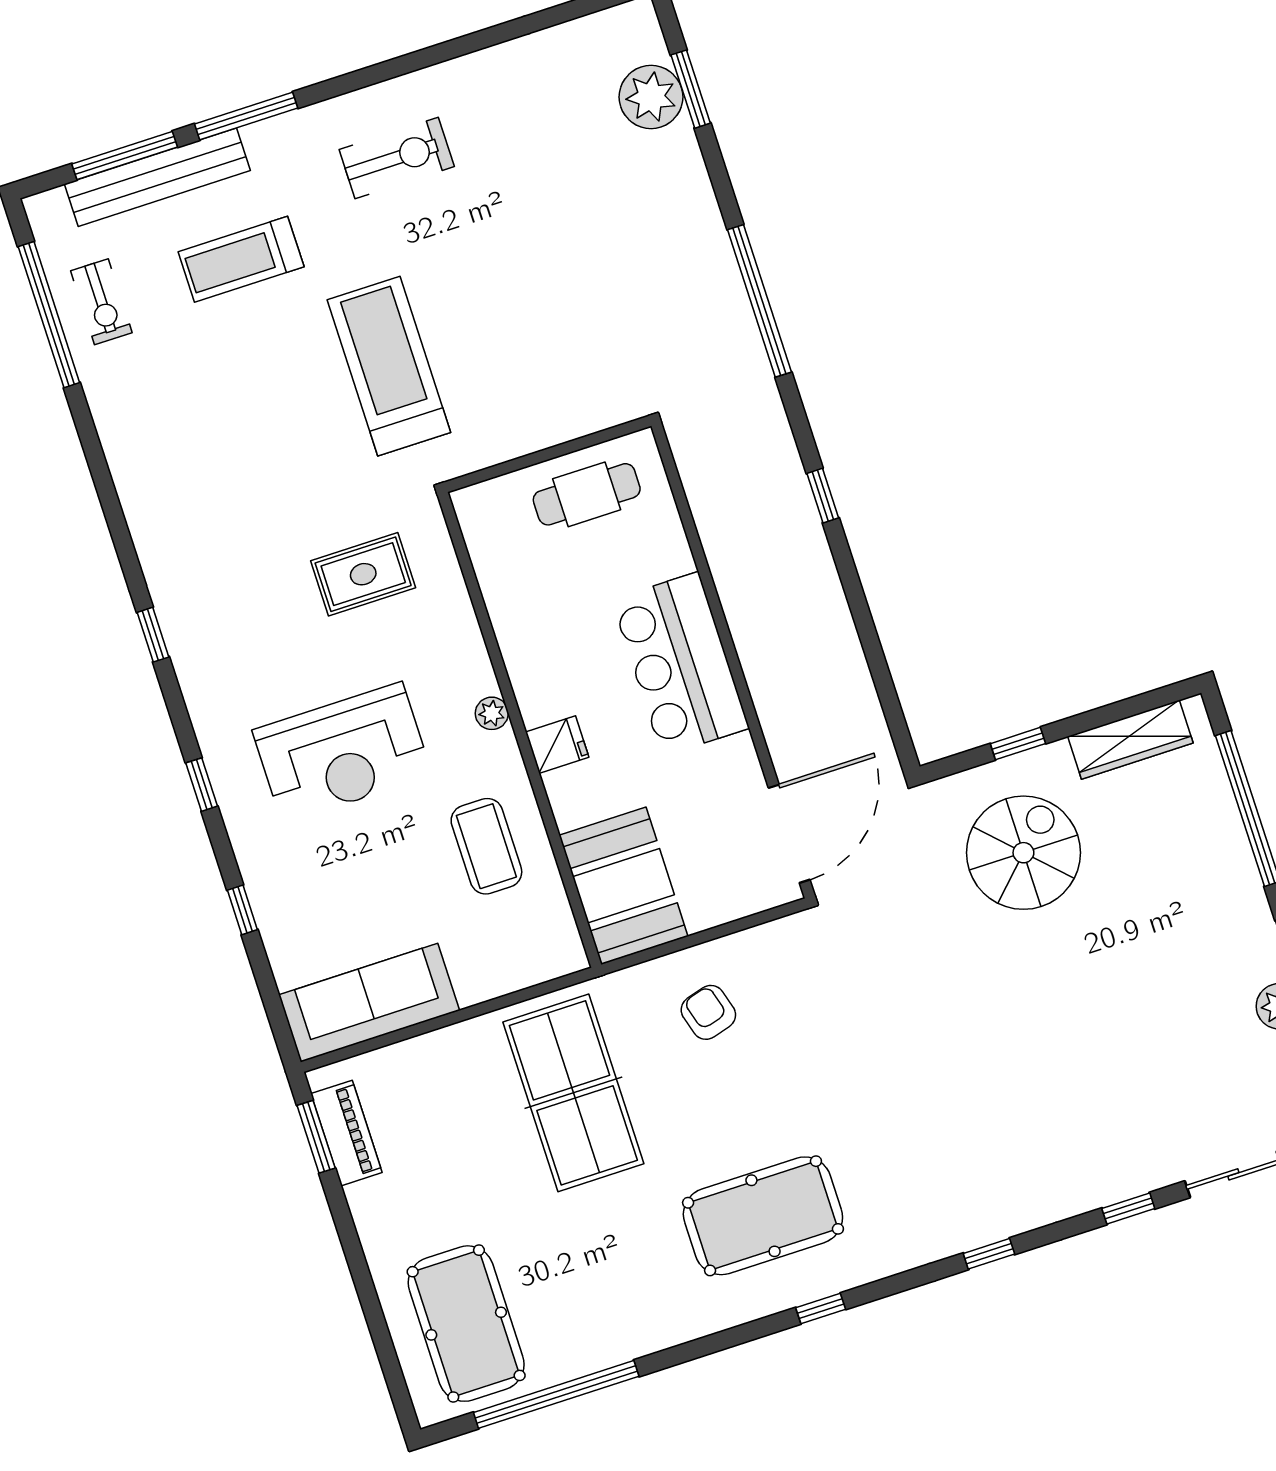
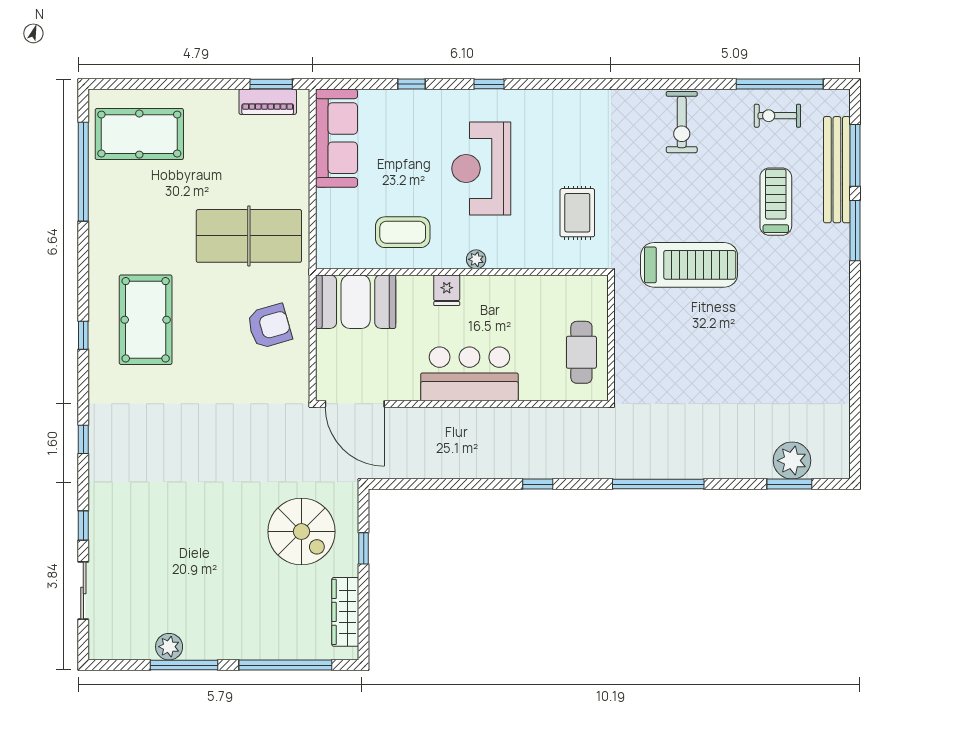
exercise bike: (397, 158) -> (682, 122), moved
window: (153, 635) -> (582, 84), removed
armchair: (708, 1012) -> (269, 326), width x1.38, depth x1.38

